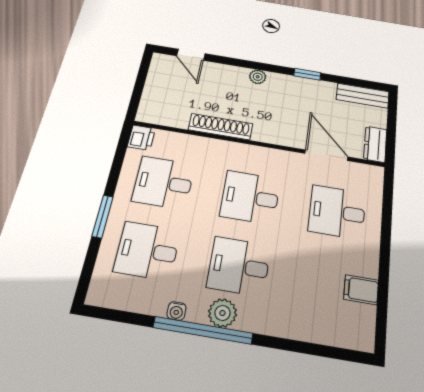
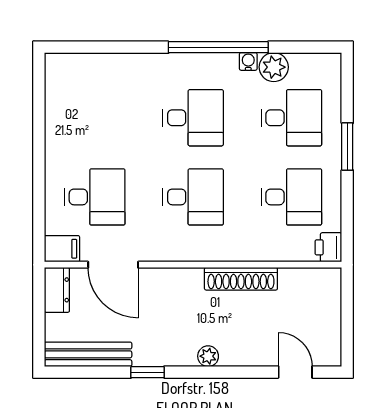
bench: (363, 96) -> (88, 354), width x1.36
filing cabinet: (361, 290) -> (62, 249), moved
plant: (222, 313) -> (274, 67), moved

